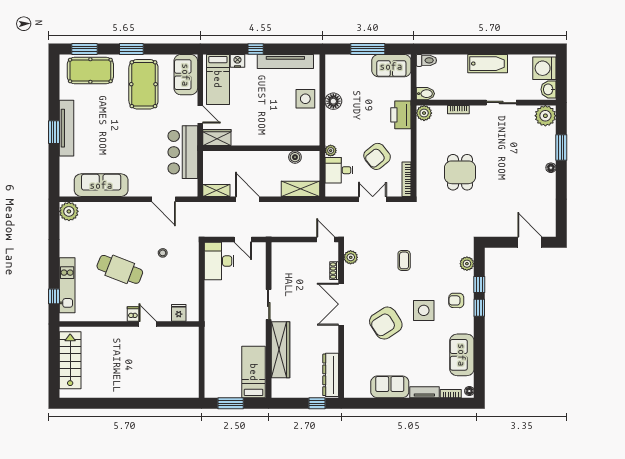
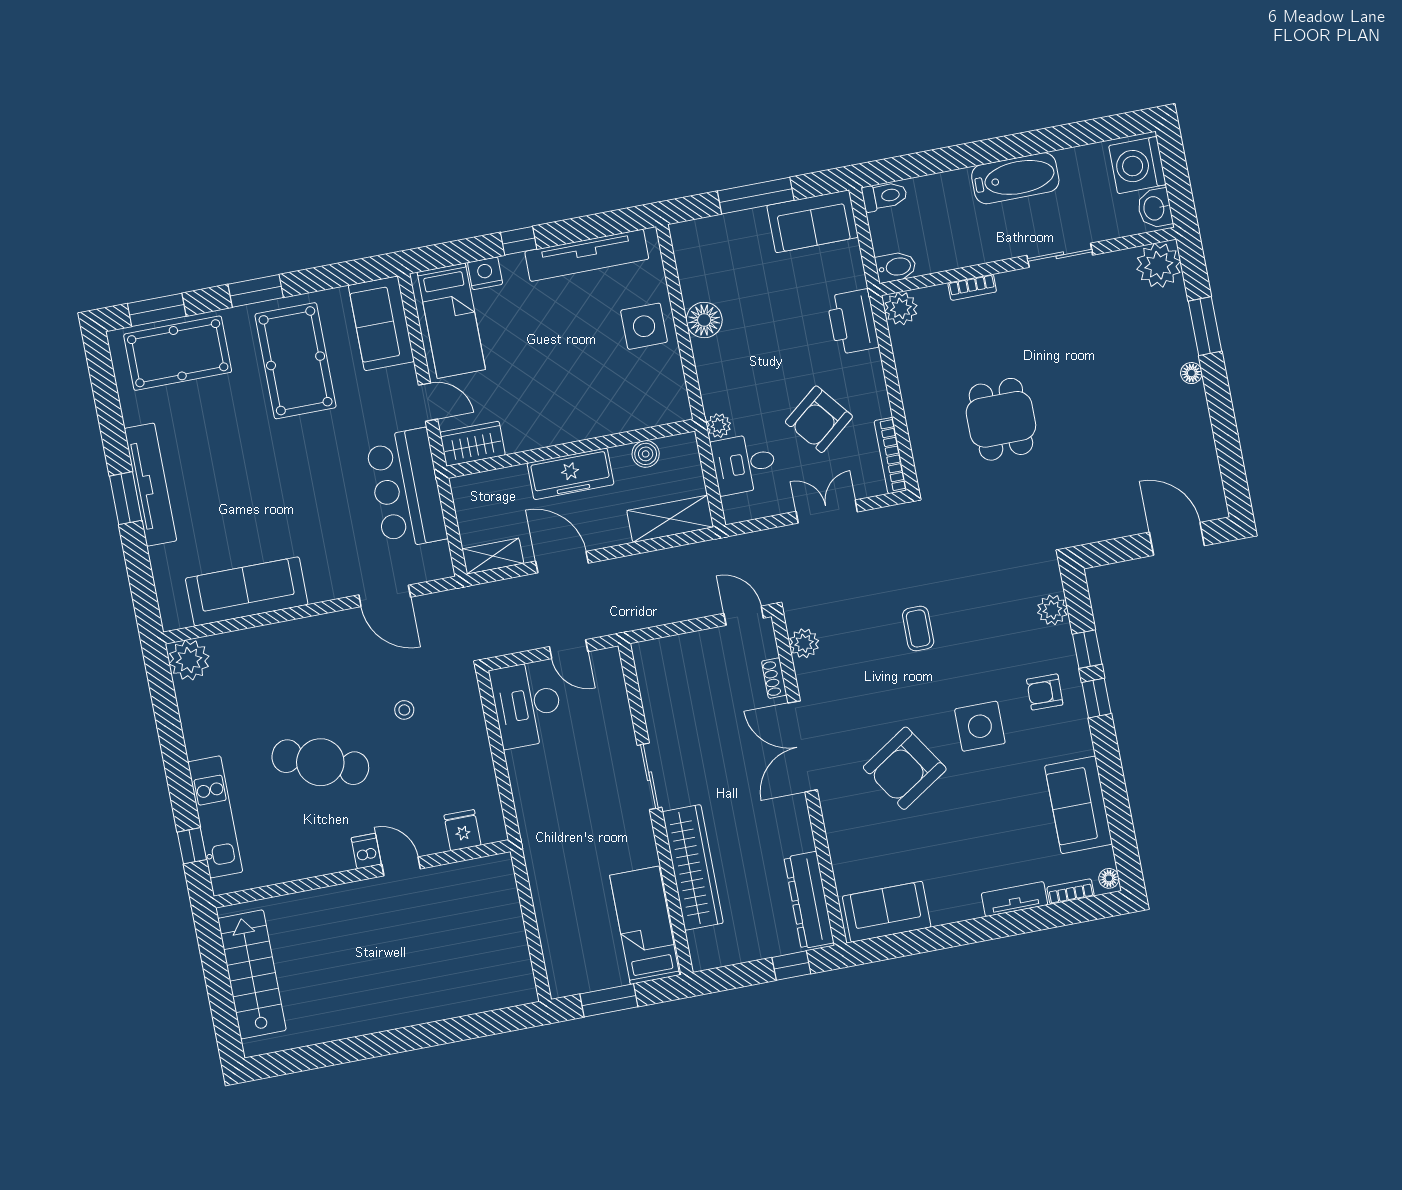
freezer: (259, 160) -> (570, 474), added
sofa: (390, 387) -> (887, 912), moved

